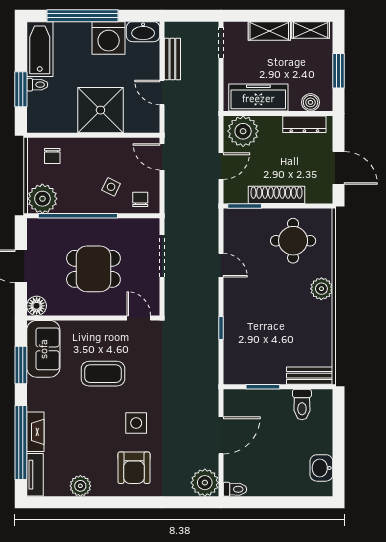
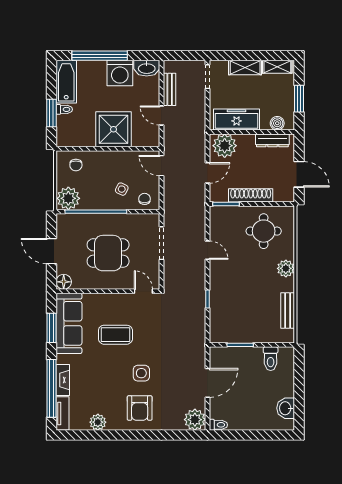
sofa: (43, 349) -> (69, 323), width x1.36
bench: (310, 376) -> (288, 311), moved, turned 90

